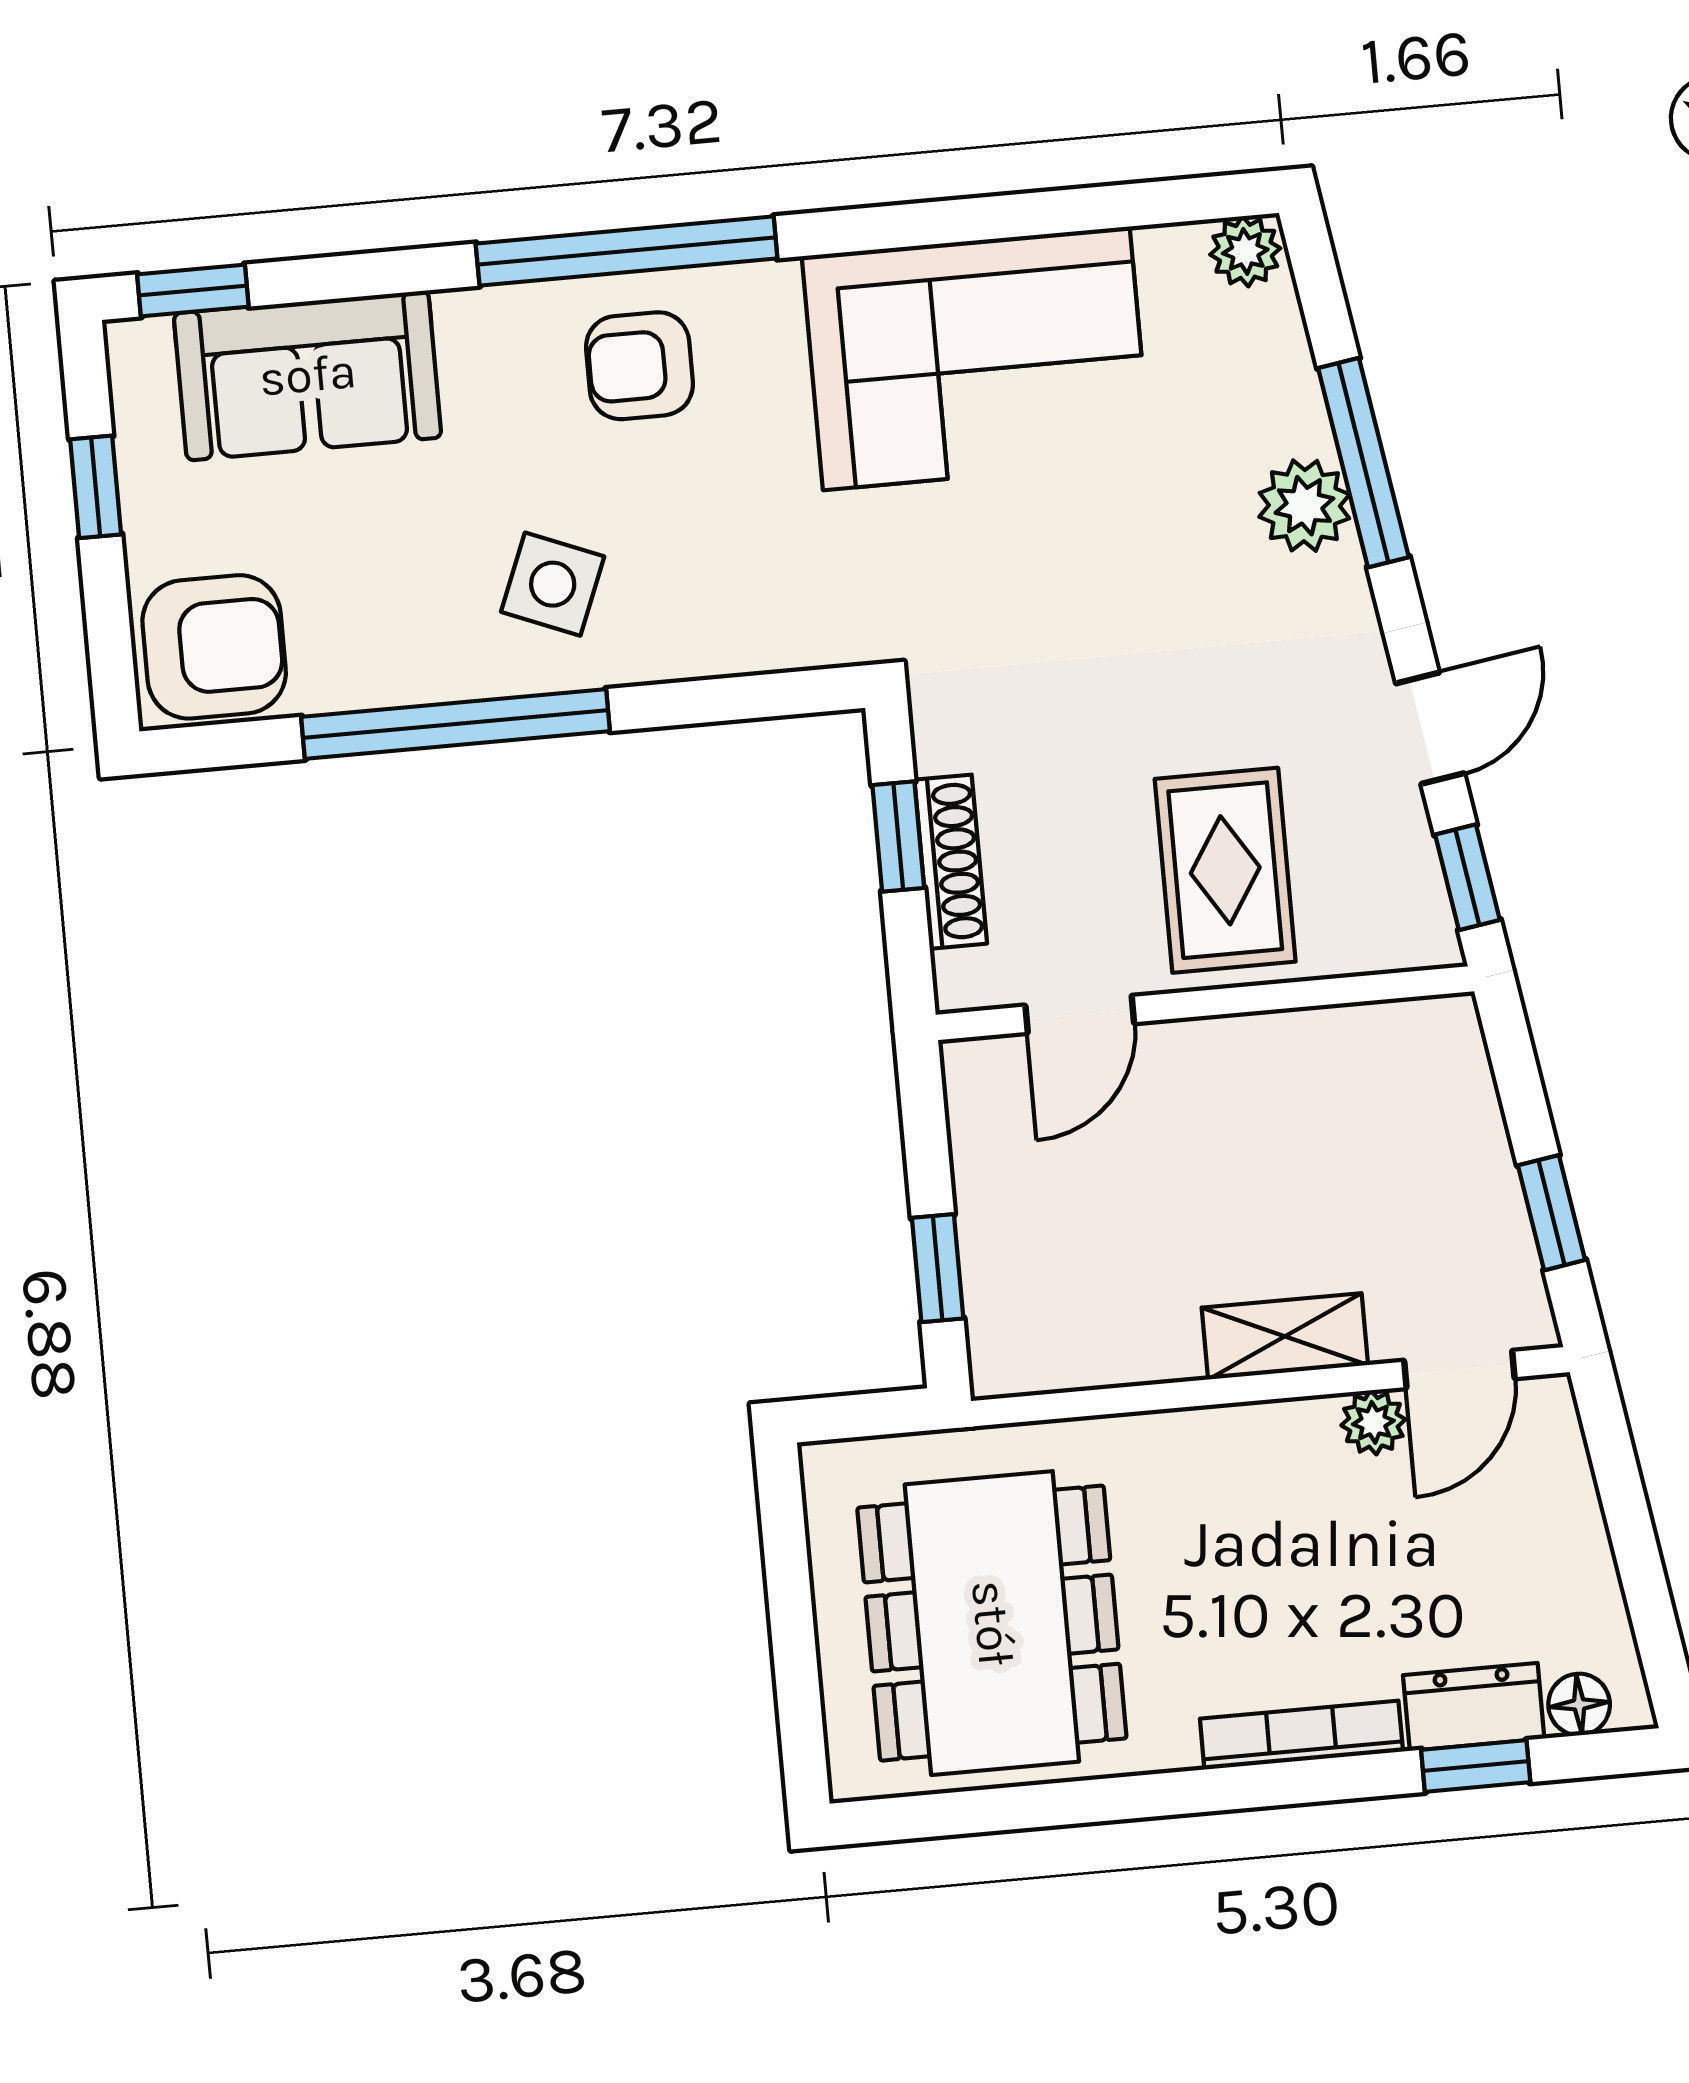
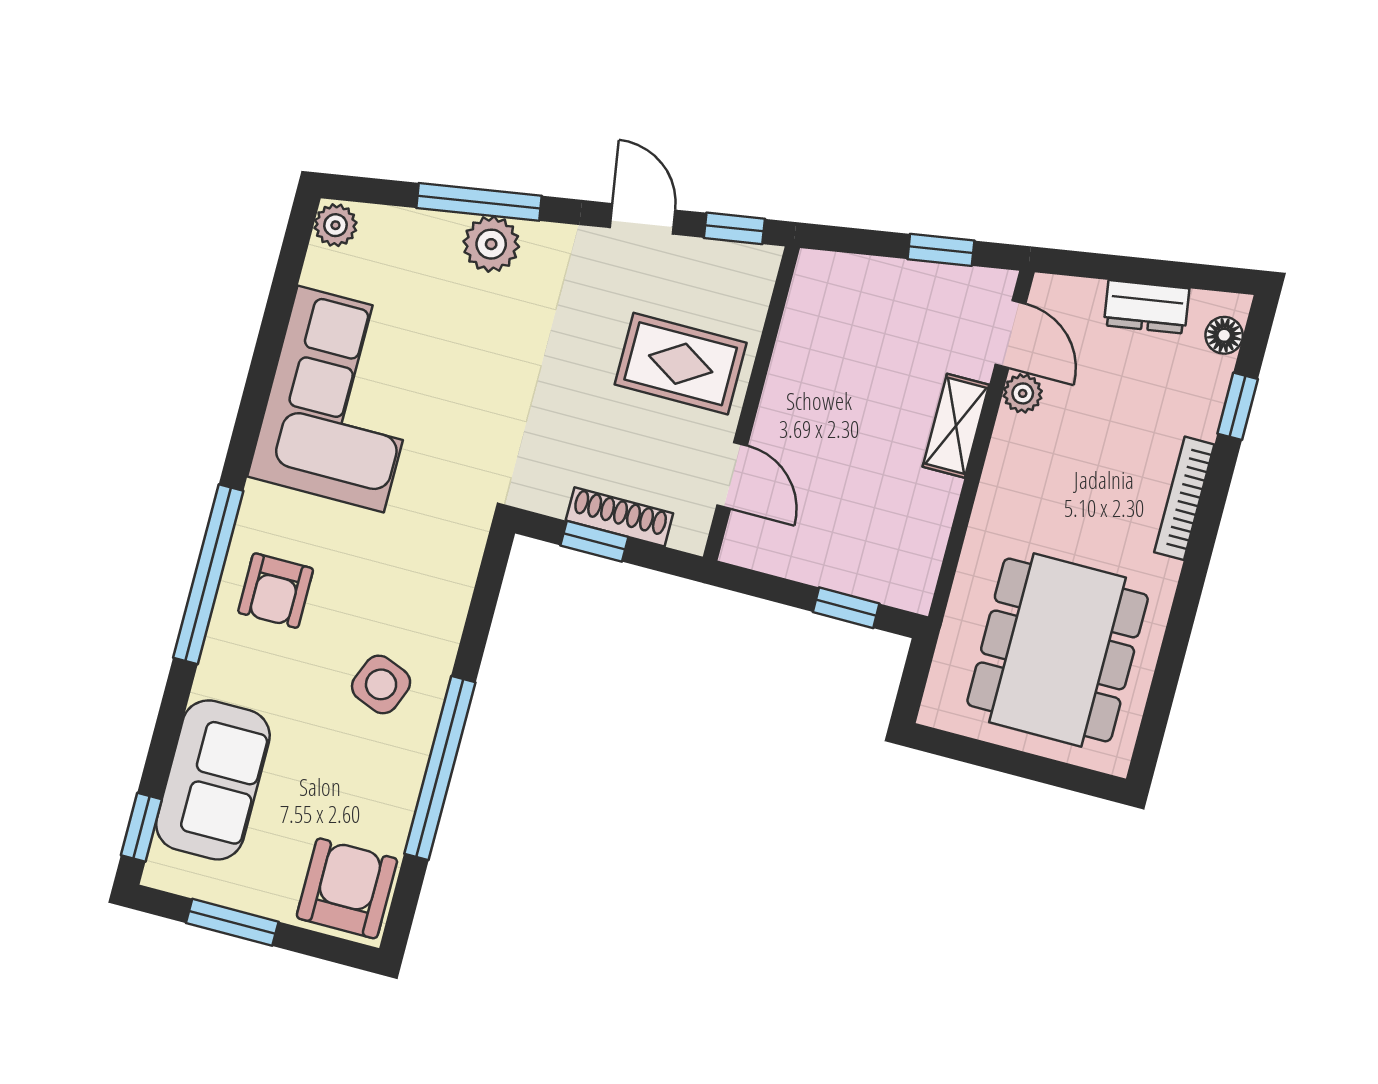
window: (96, 487) -> (232, 922), width x1.50
dining table: (992, 1623) -> (1058, 650), turned 90
dresser: (1474, 1707) -> (1147, 307), moved, turned -99

